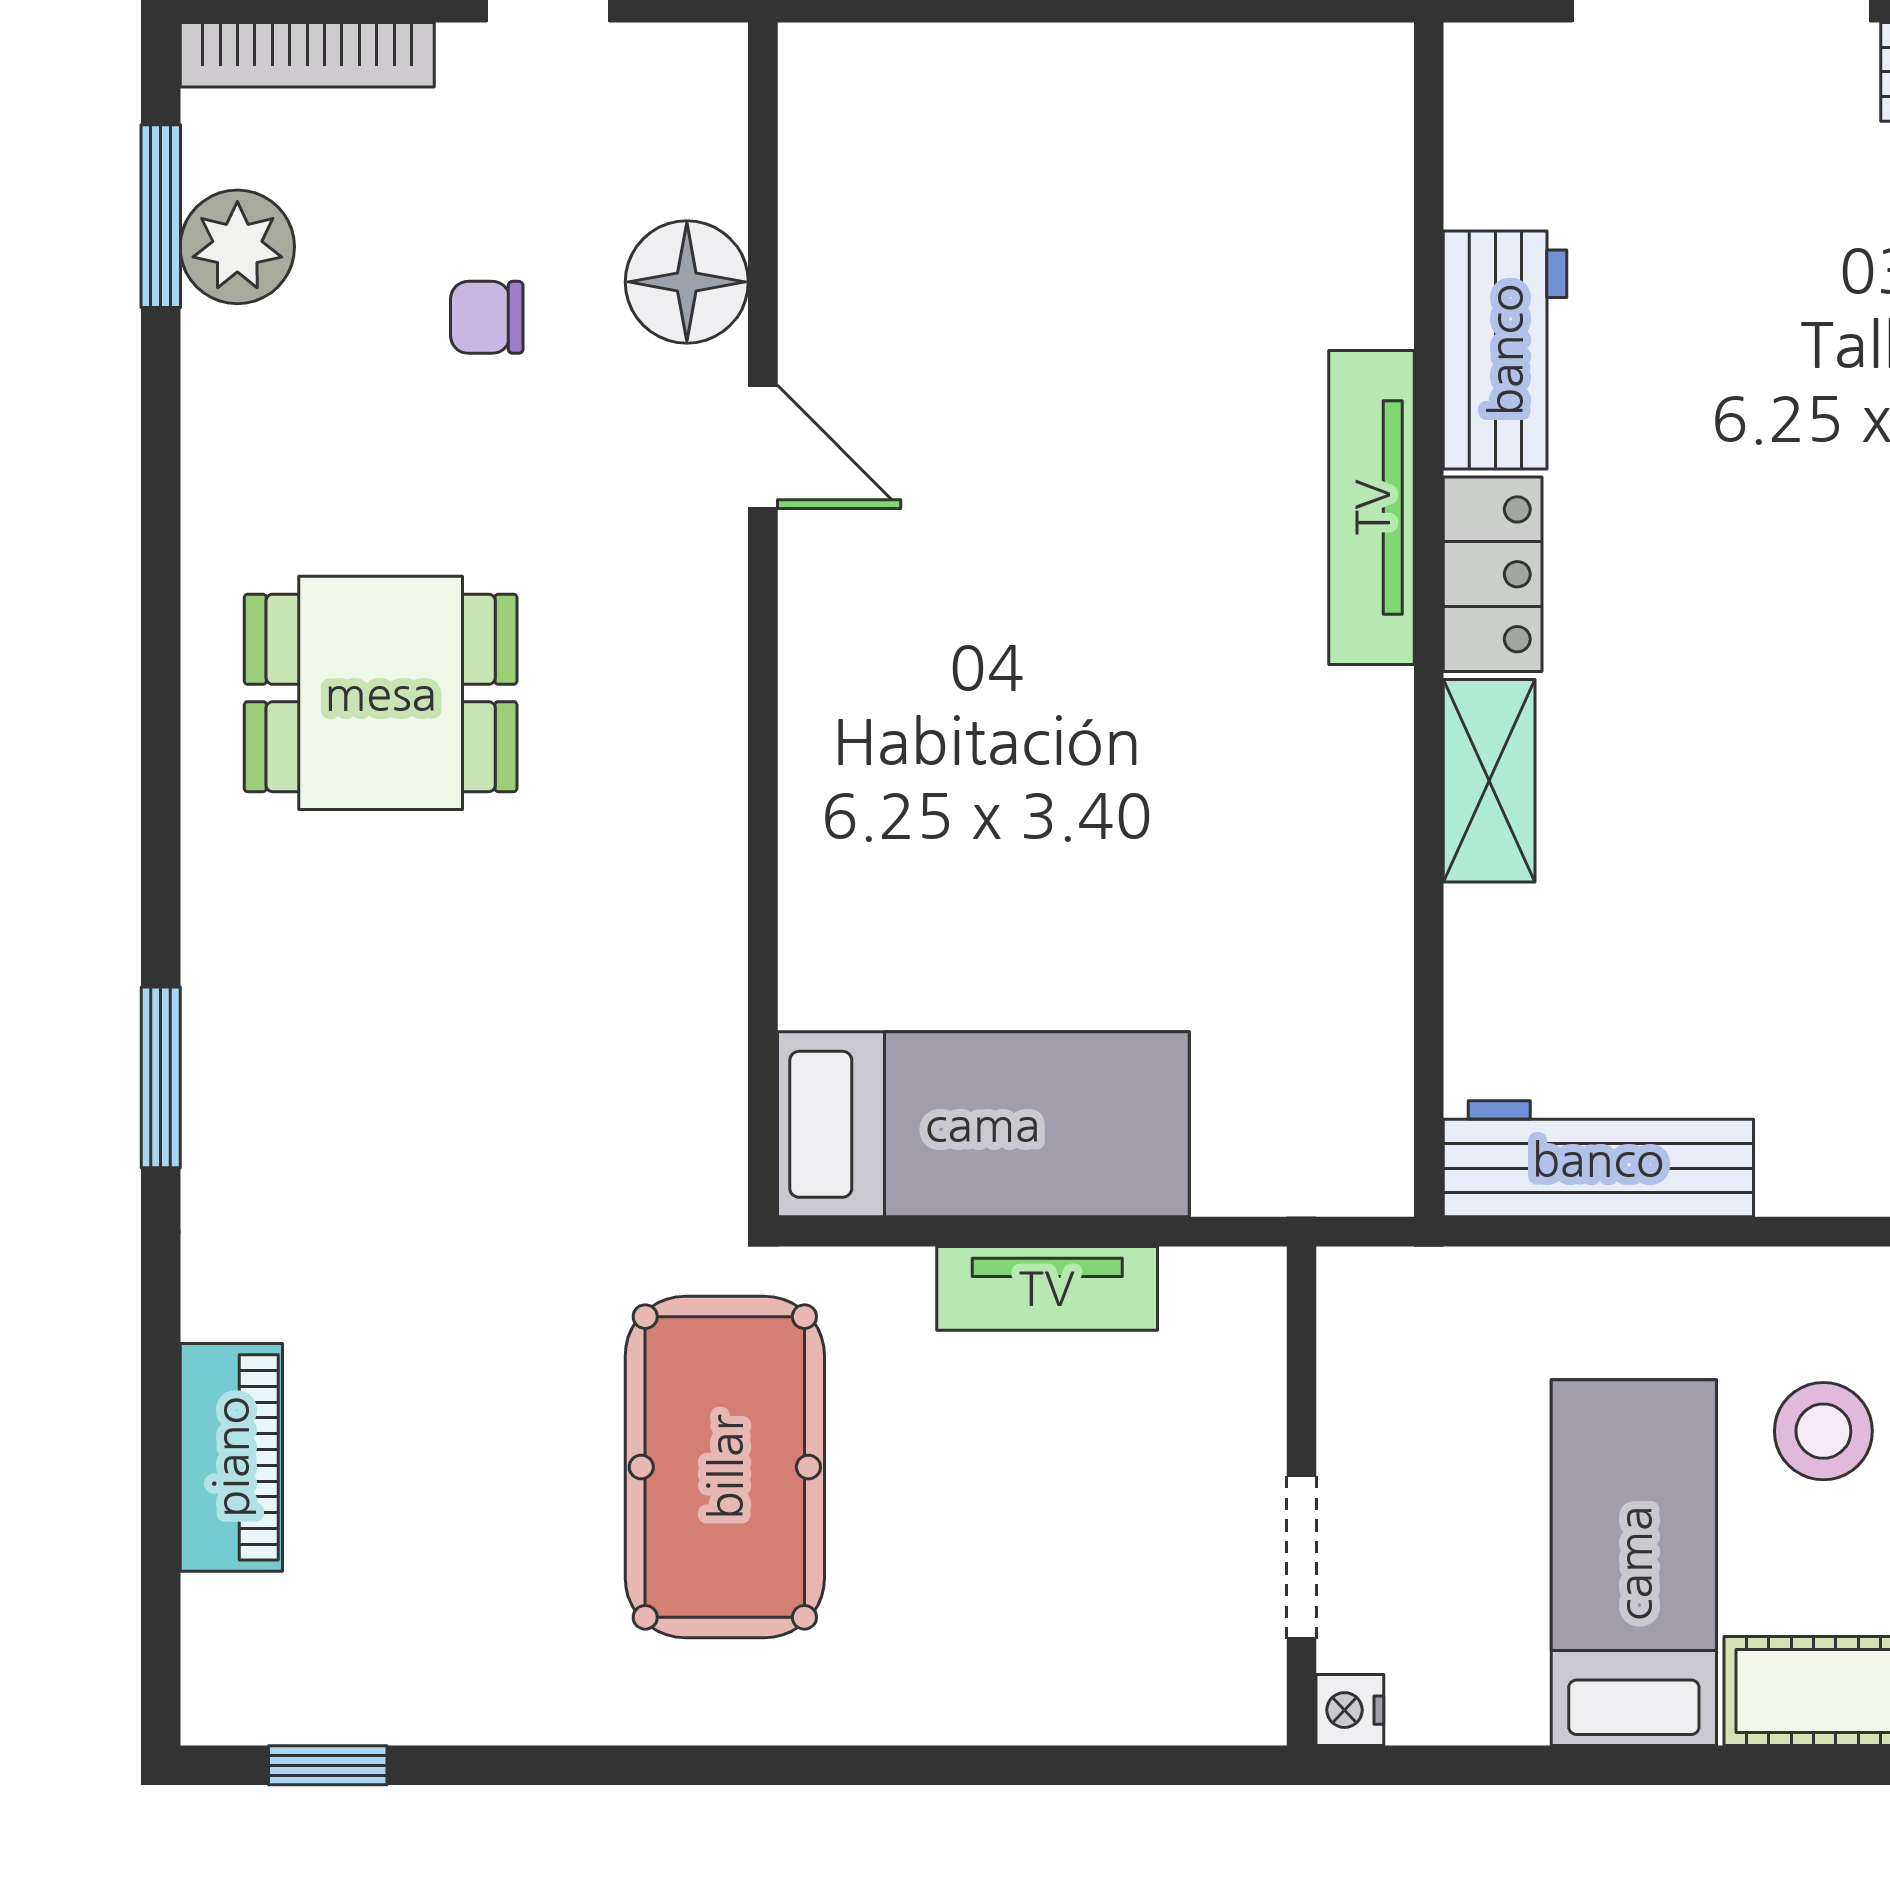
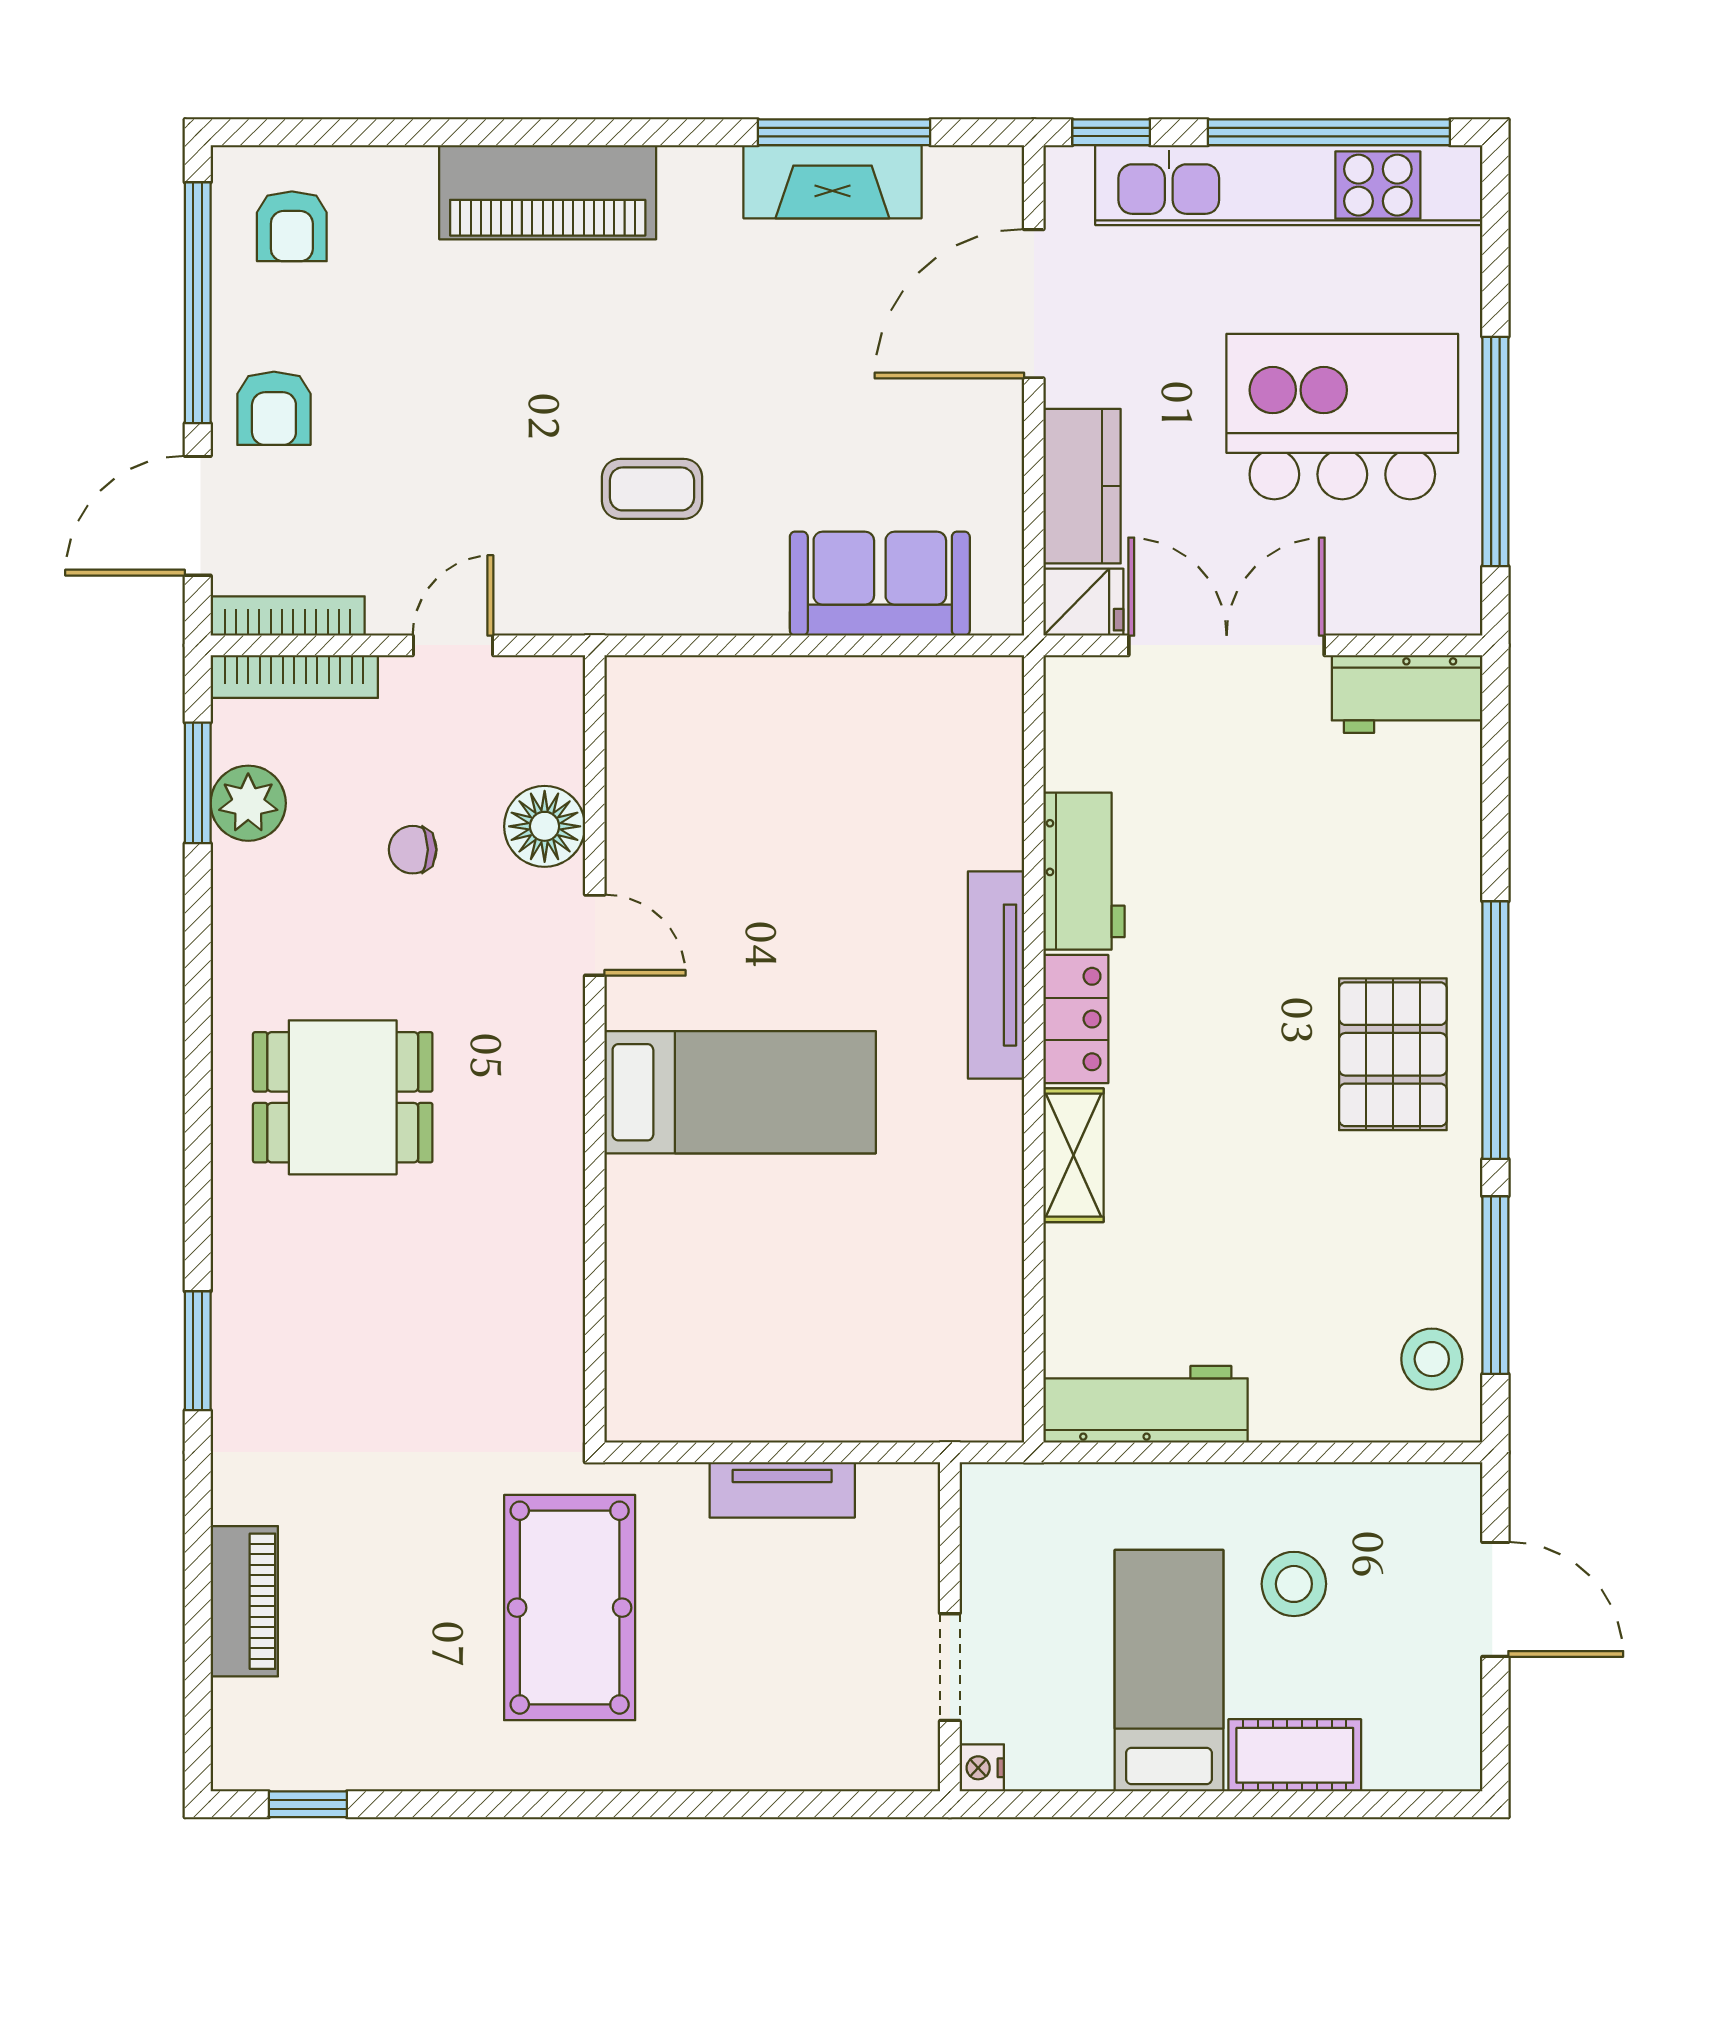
bed: (983, 1124) -> (740, 1092), moved

